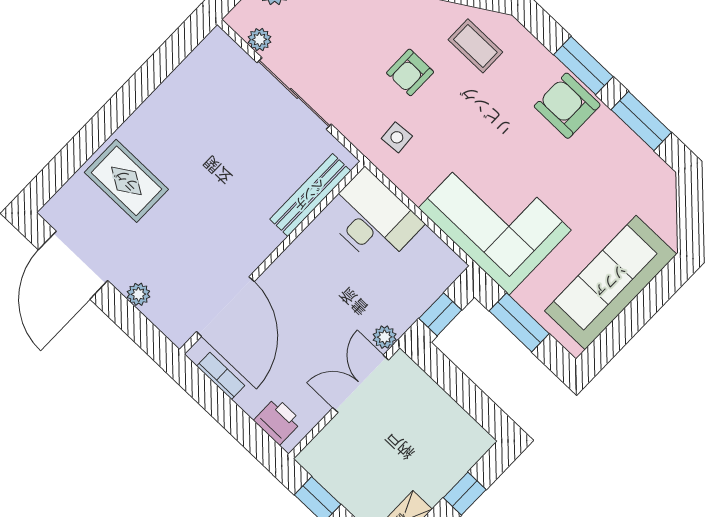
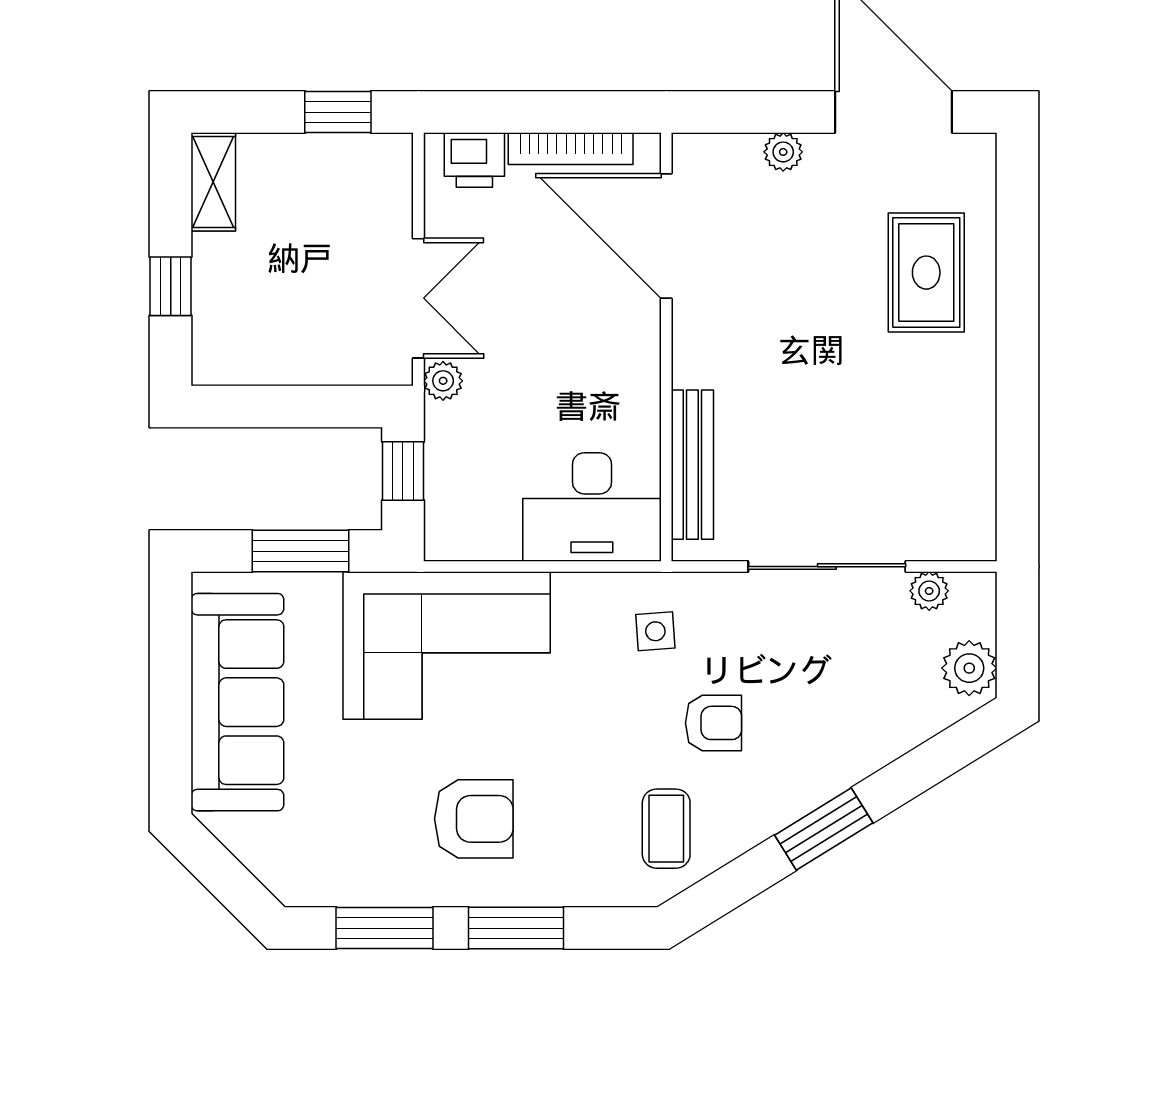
coffee table: (475, 46) -> (666, 829), turned 90
armchair: (410, 72) -> (714, 723), turned 90
armchair: (567, 106) -> (474, 819), moved
rug: (126, 181) -> (926, 273), turned 90
bookcase: (221, 376) -> (571, 149), width x1.56

